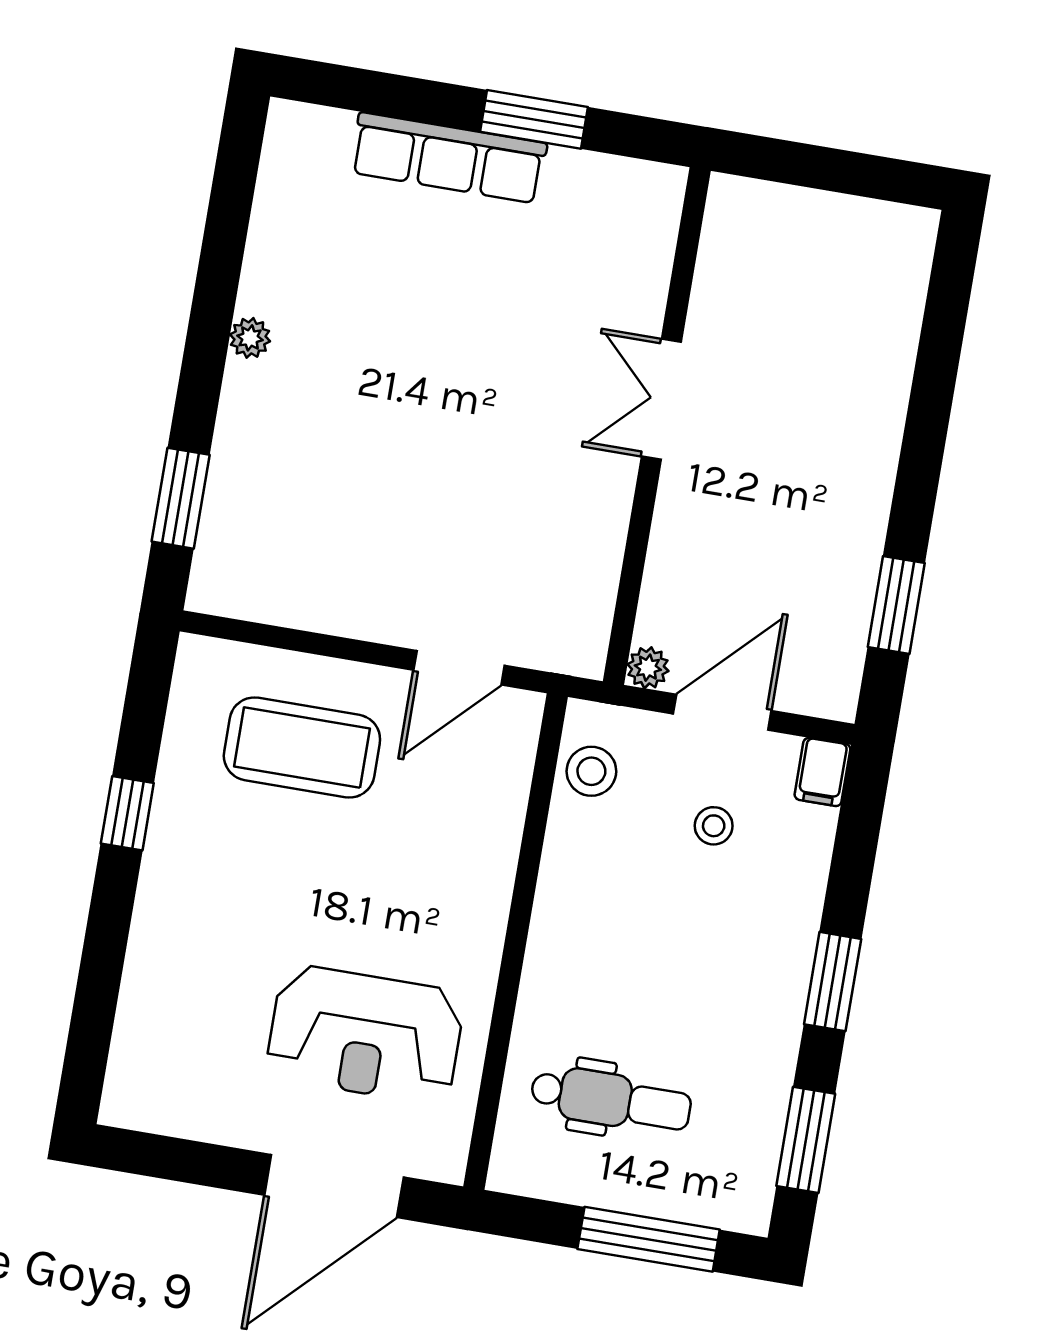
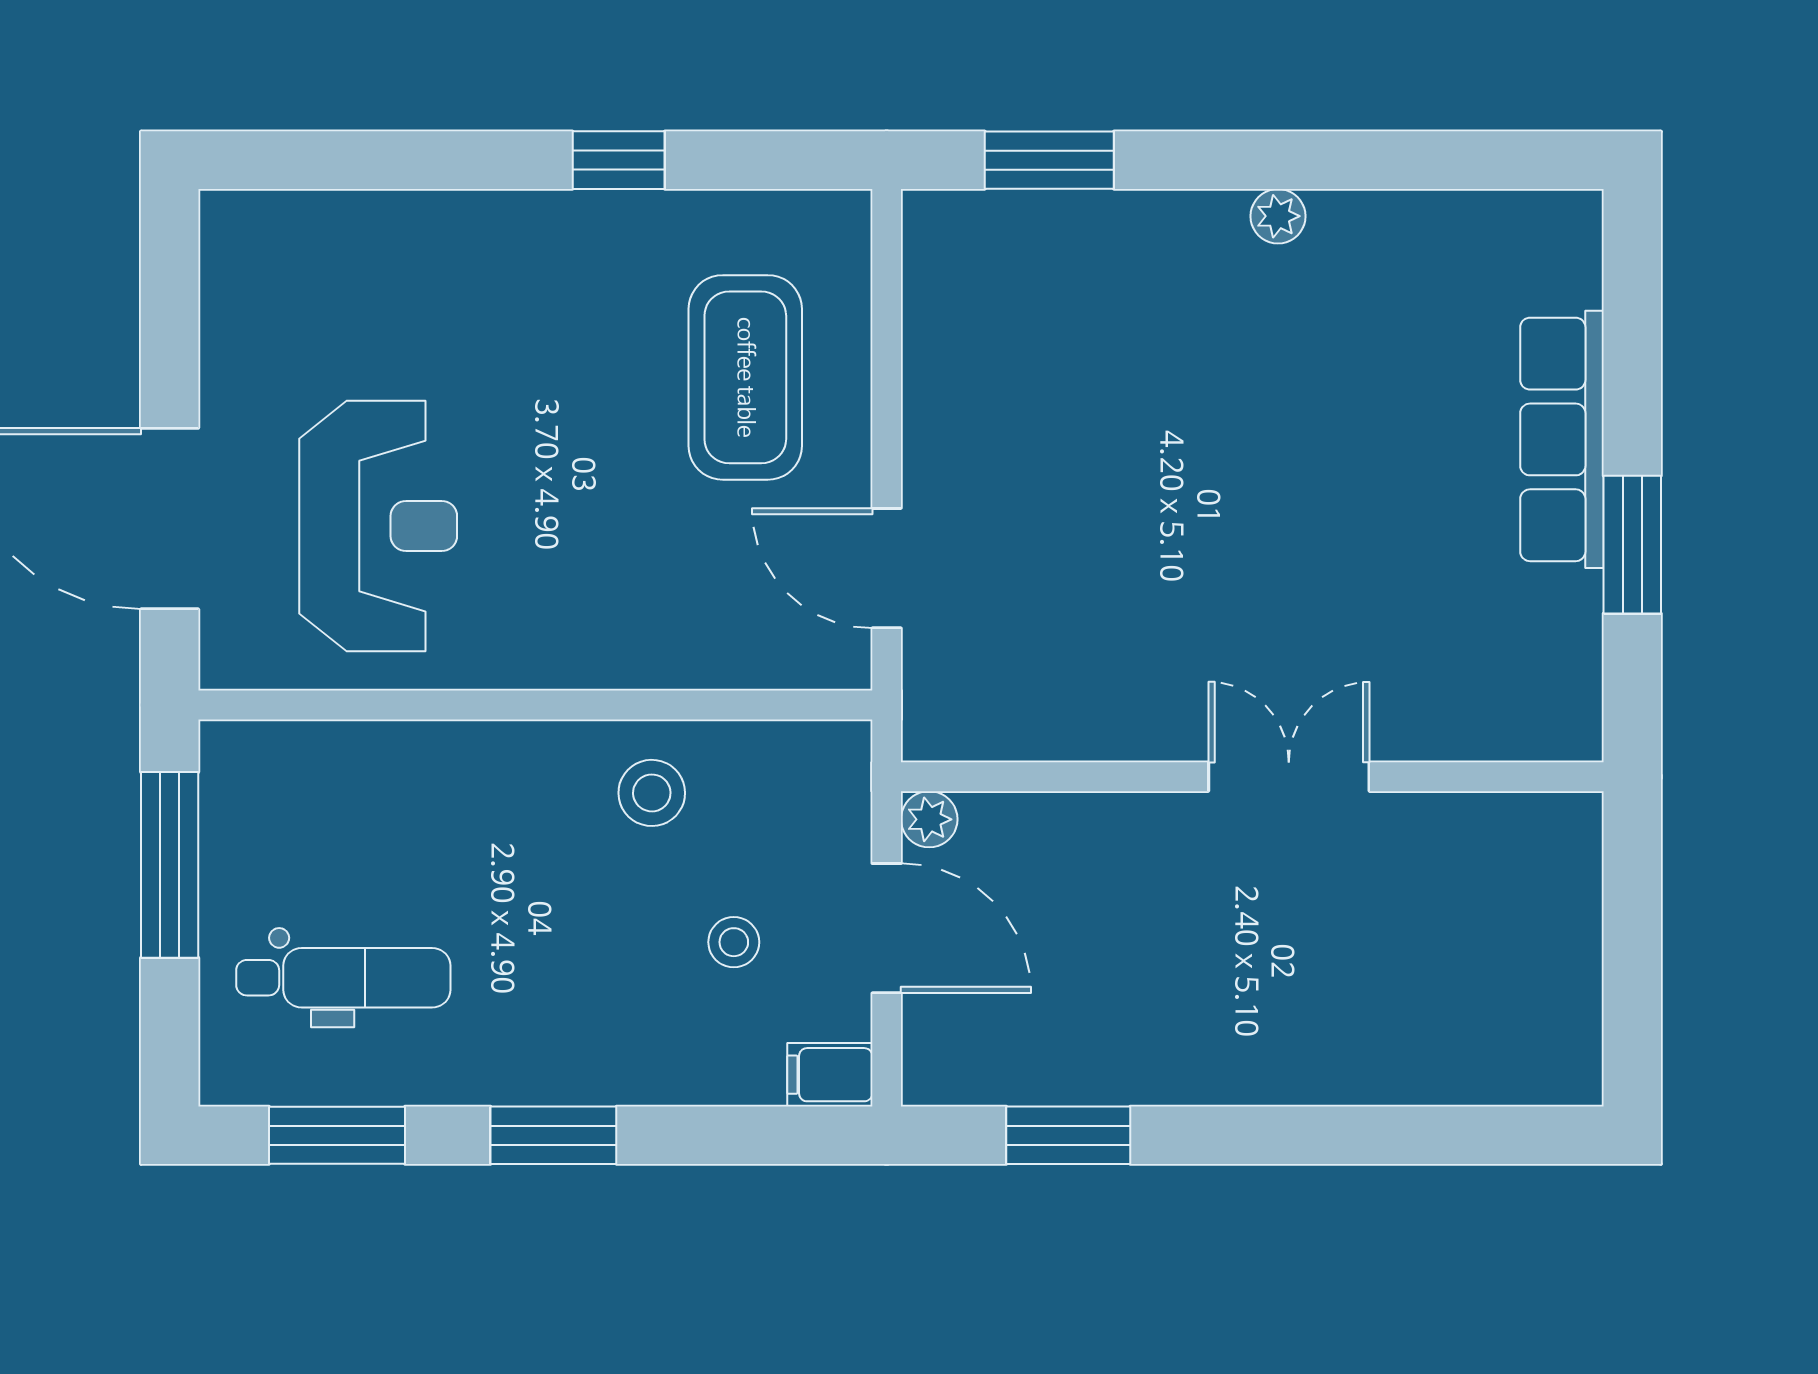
stool: (591, 771) -> (652, 793), moved
reception desk: (365, 1034) -> (378, 526), turned 180
dental chair: (611, 1100) -> (343, 978), moved, turned -90
window: (649, 1239) -> (170, 865), moved

